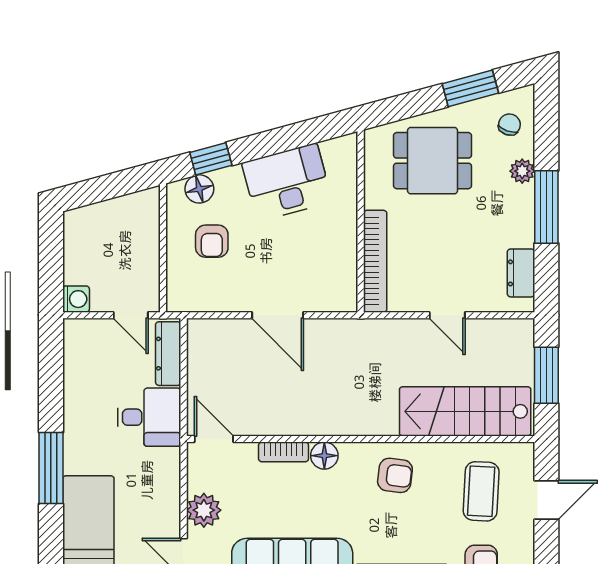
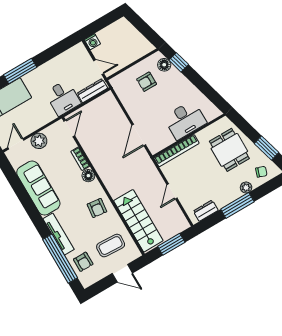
desk: (287, 182) -> (185, 120), moved, turned 105
door: (131, 315) -> (99, 67), swing flipped
door: (278, 315) -> (139, 135), moved

